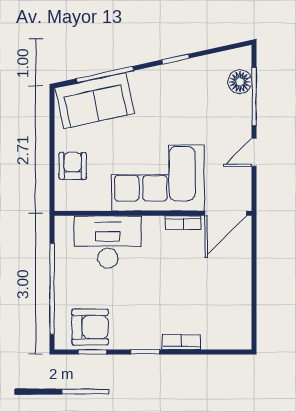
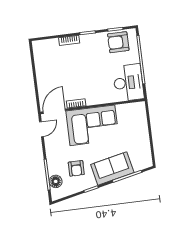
sofa: (95, 101) -> (112, 168), moved
door: (254, 152) -> (41, 129), moved
armchair: (73, 166) -> (76, 168), moved
desk: (108, 242) -> (128, 83), moved, turned -90

